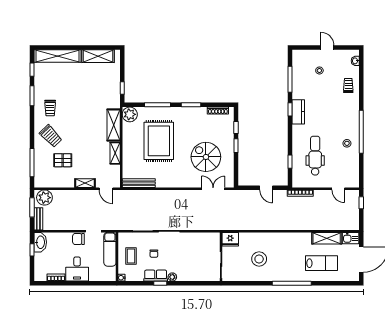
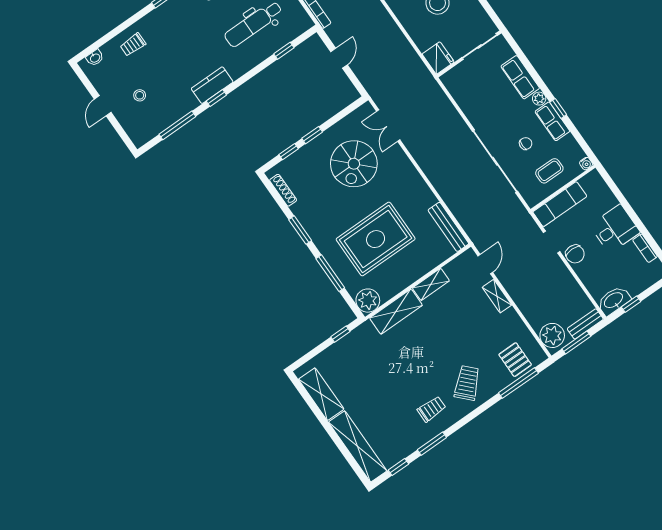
pallet: (63, 160) -> (515, 360), moved
row of seats: (190, 275) -> (520, 77), added

